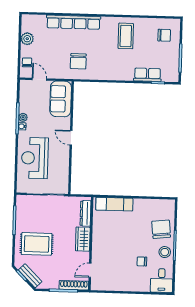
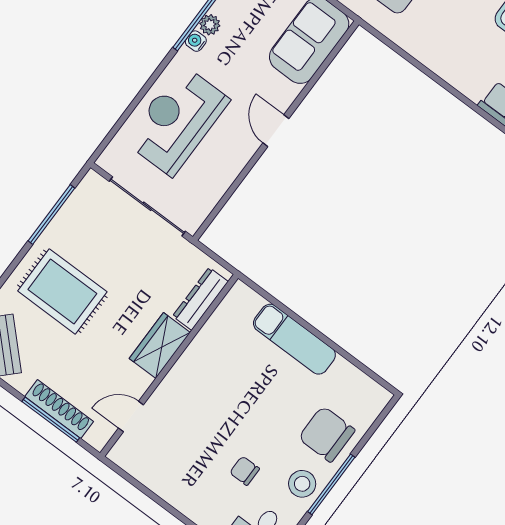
exam couch: (114, 204) -> (294, 339), moved
chair: (161, 229) -> (327, 434), turned -84
shoe rack: (74, 285) -> (59, 409), moved

